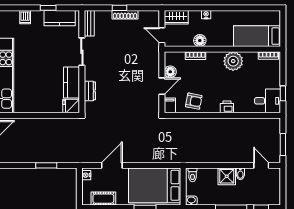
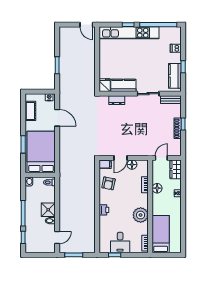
door: (162, 86) -> (120, 158), hinge flipped
desk: (268, 101) -> (120, 243), moved

